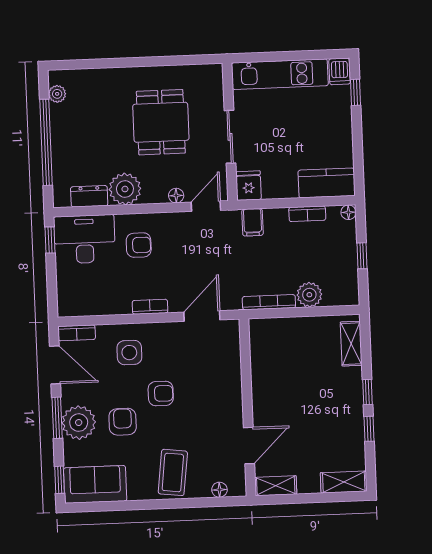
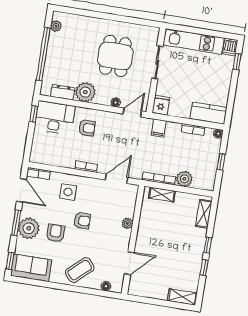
sliding door: (230, 137) -> (157, 62), moved
plant: (233, 383) -> (127, 223), added
coffee table: (173, 472) -> (80, 270), turned 41
shelving: (276, 486) -> (162, 195), moved

